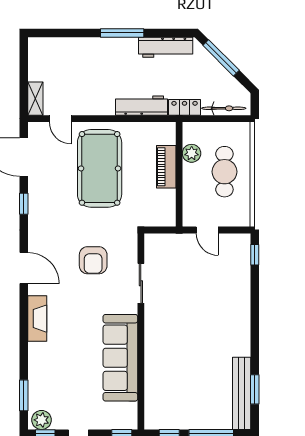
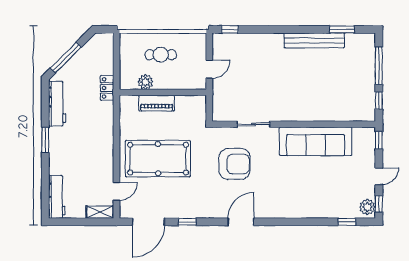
window: (122, 33) -> (45, 140), width x0.69
workbench: (141, 106) -> (57, 197), moved, turned 180
bicycle: (224, 108) -> (108, 55), removed
cafe table: (224, 172) -> (161, 55), width x0.73, depth x0.74
armchair: (93, 260) -> (234, 164), width x1.36, depth x1.36
fireplace: (37, 319) -> (283, 211), removed
bench: (242, 393) -> (314, 40), moved
window: (24, 395) -> (347, 222), width x0.67

